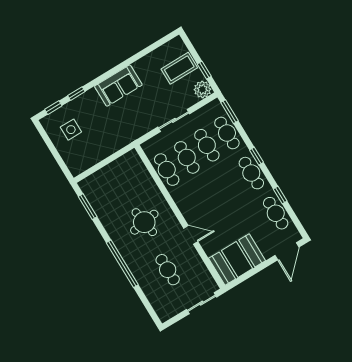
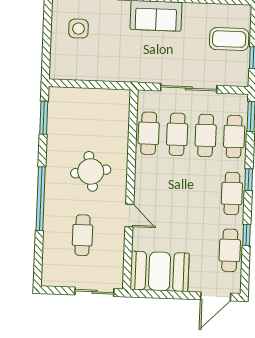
plant: (202, 89) -> (239, 76), removed
sliding door: (174, 120) -> (189, 88), width x1.37

